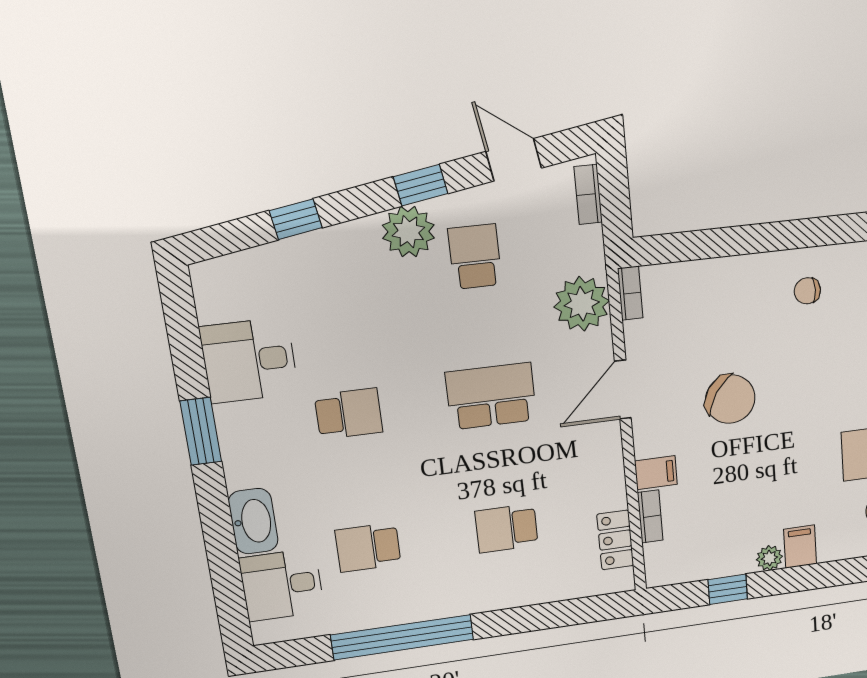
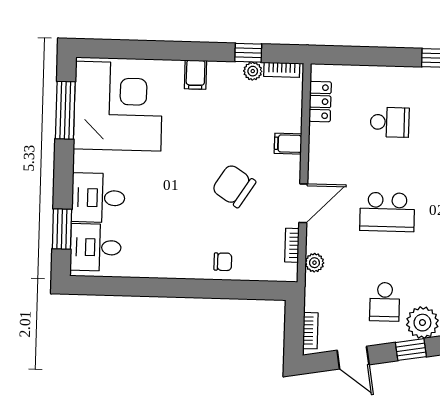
chair: (807, 291) -> (223, 262), moved
bookcase: (630, 293) -> (292, 245), moved
plant: (582, 304) -> (314, 263), width x0.53, depth x0.53
bookcase: (650, 516) -> (282, 70), moved, turned -90
plant: (769, 558) -> (253, 71), moved

